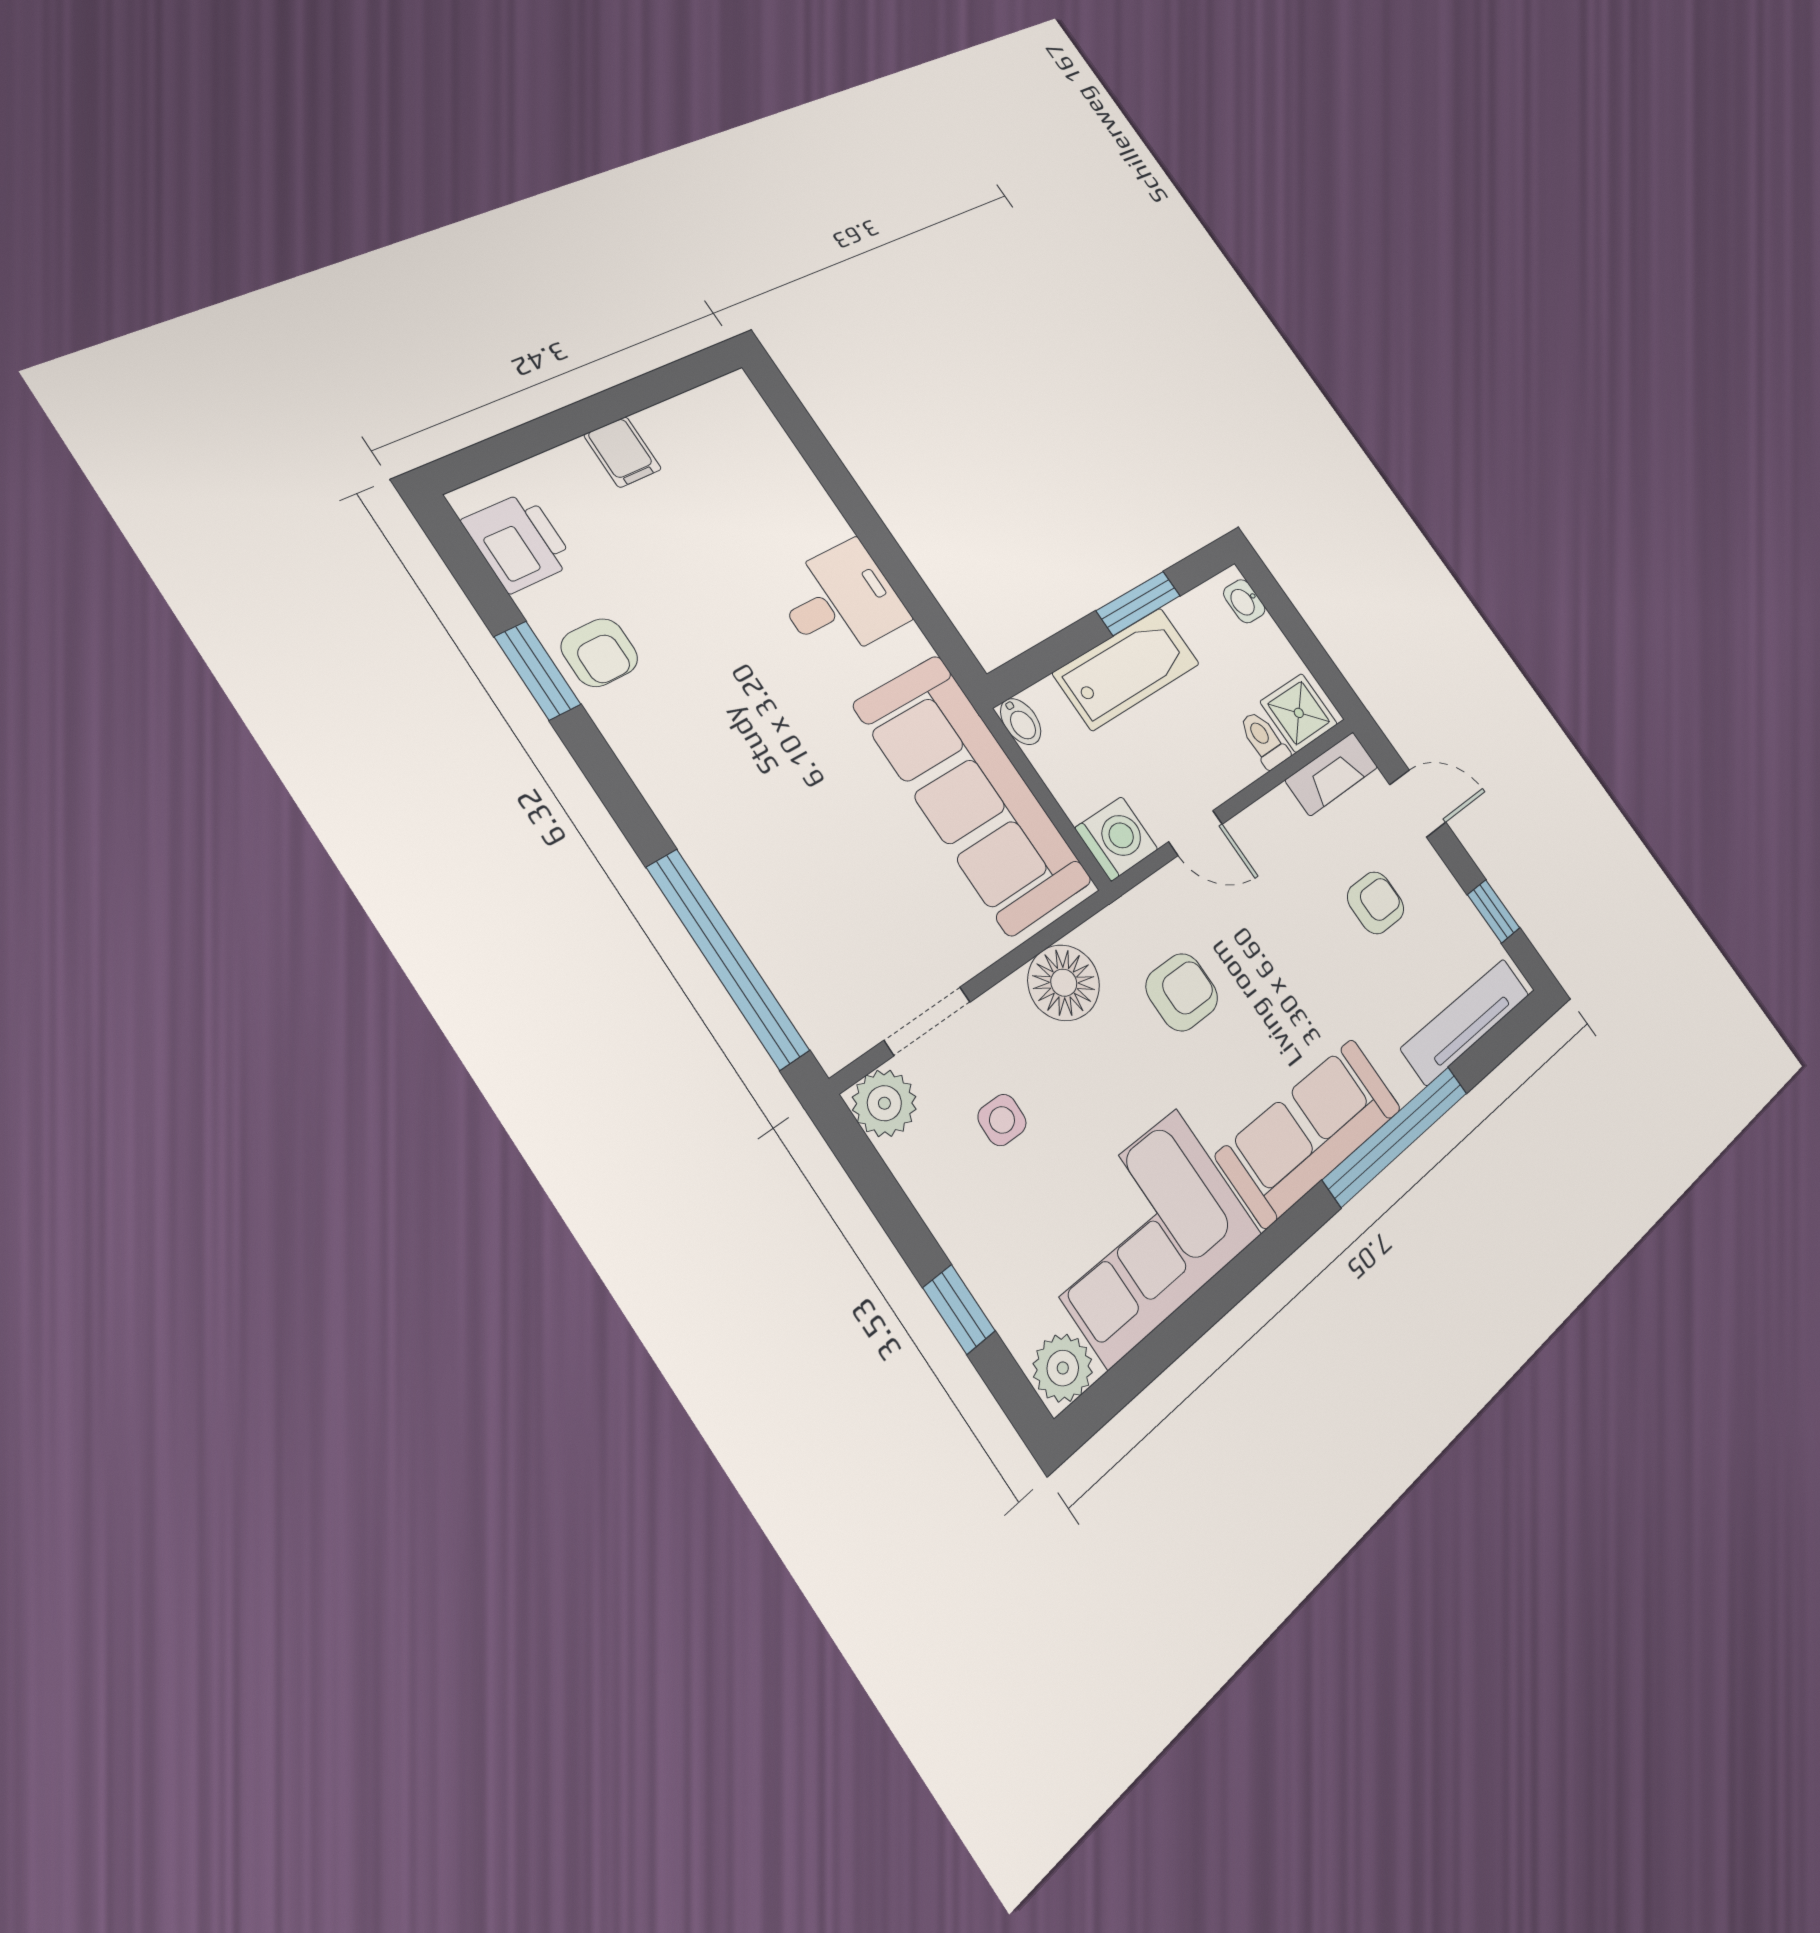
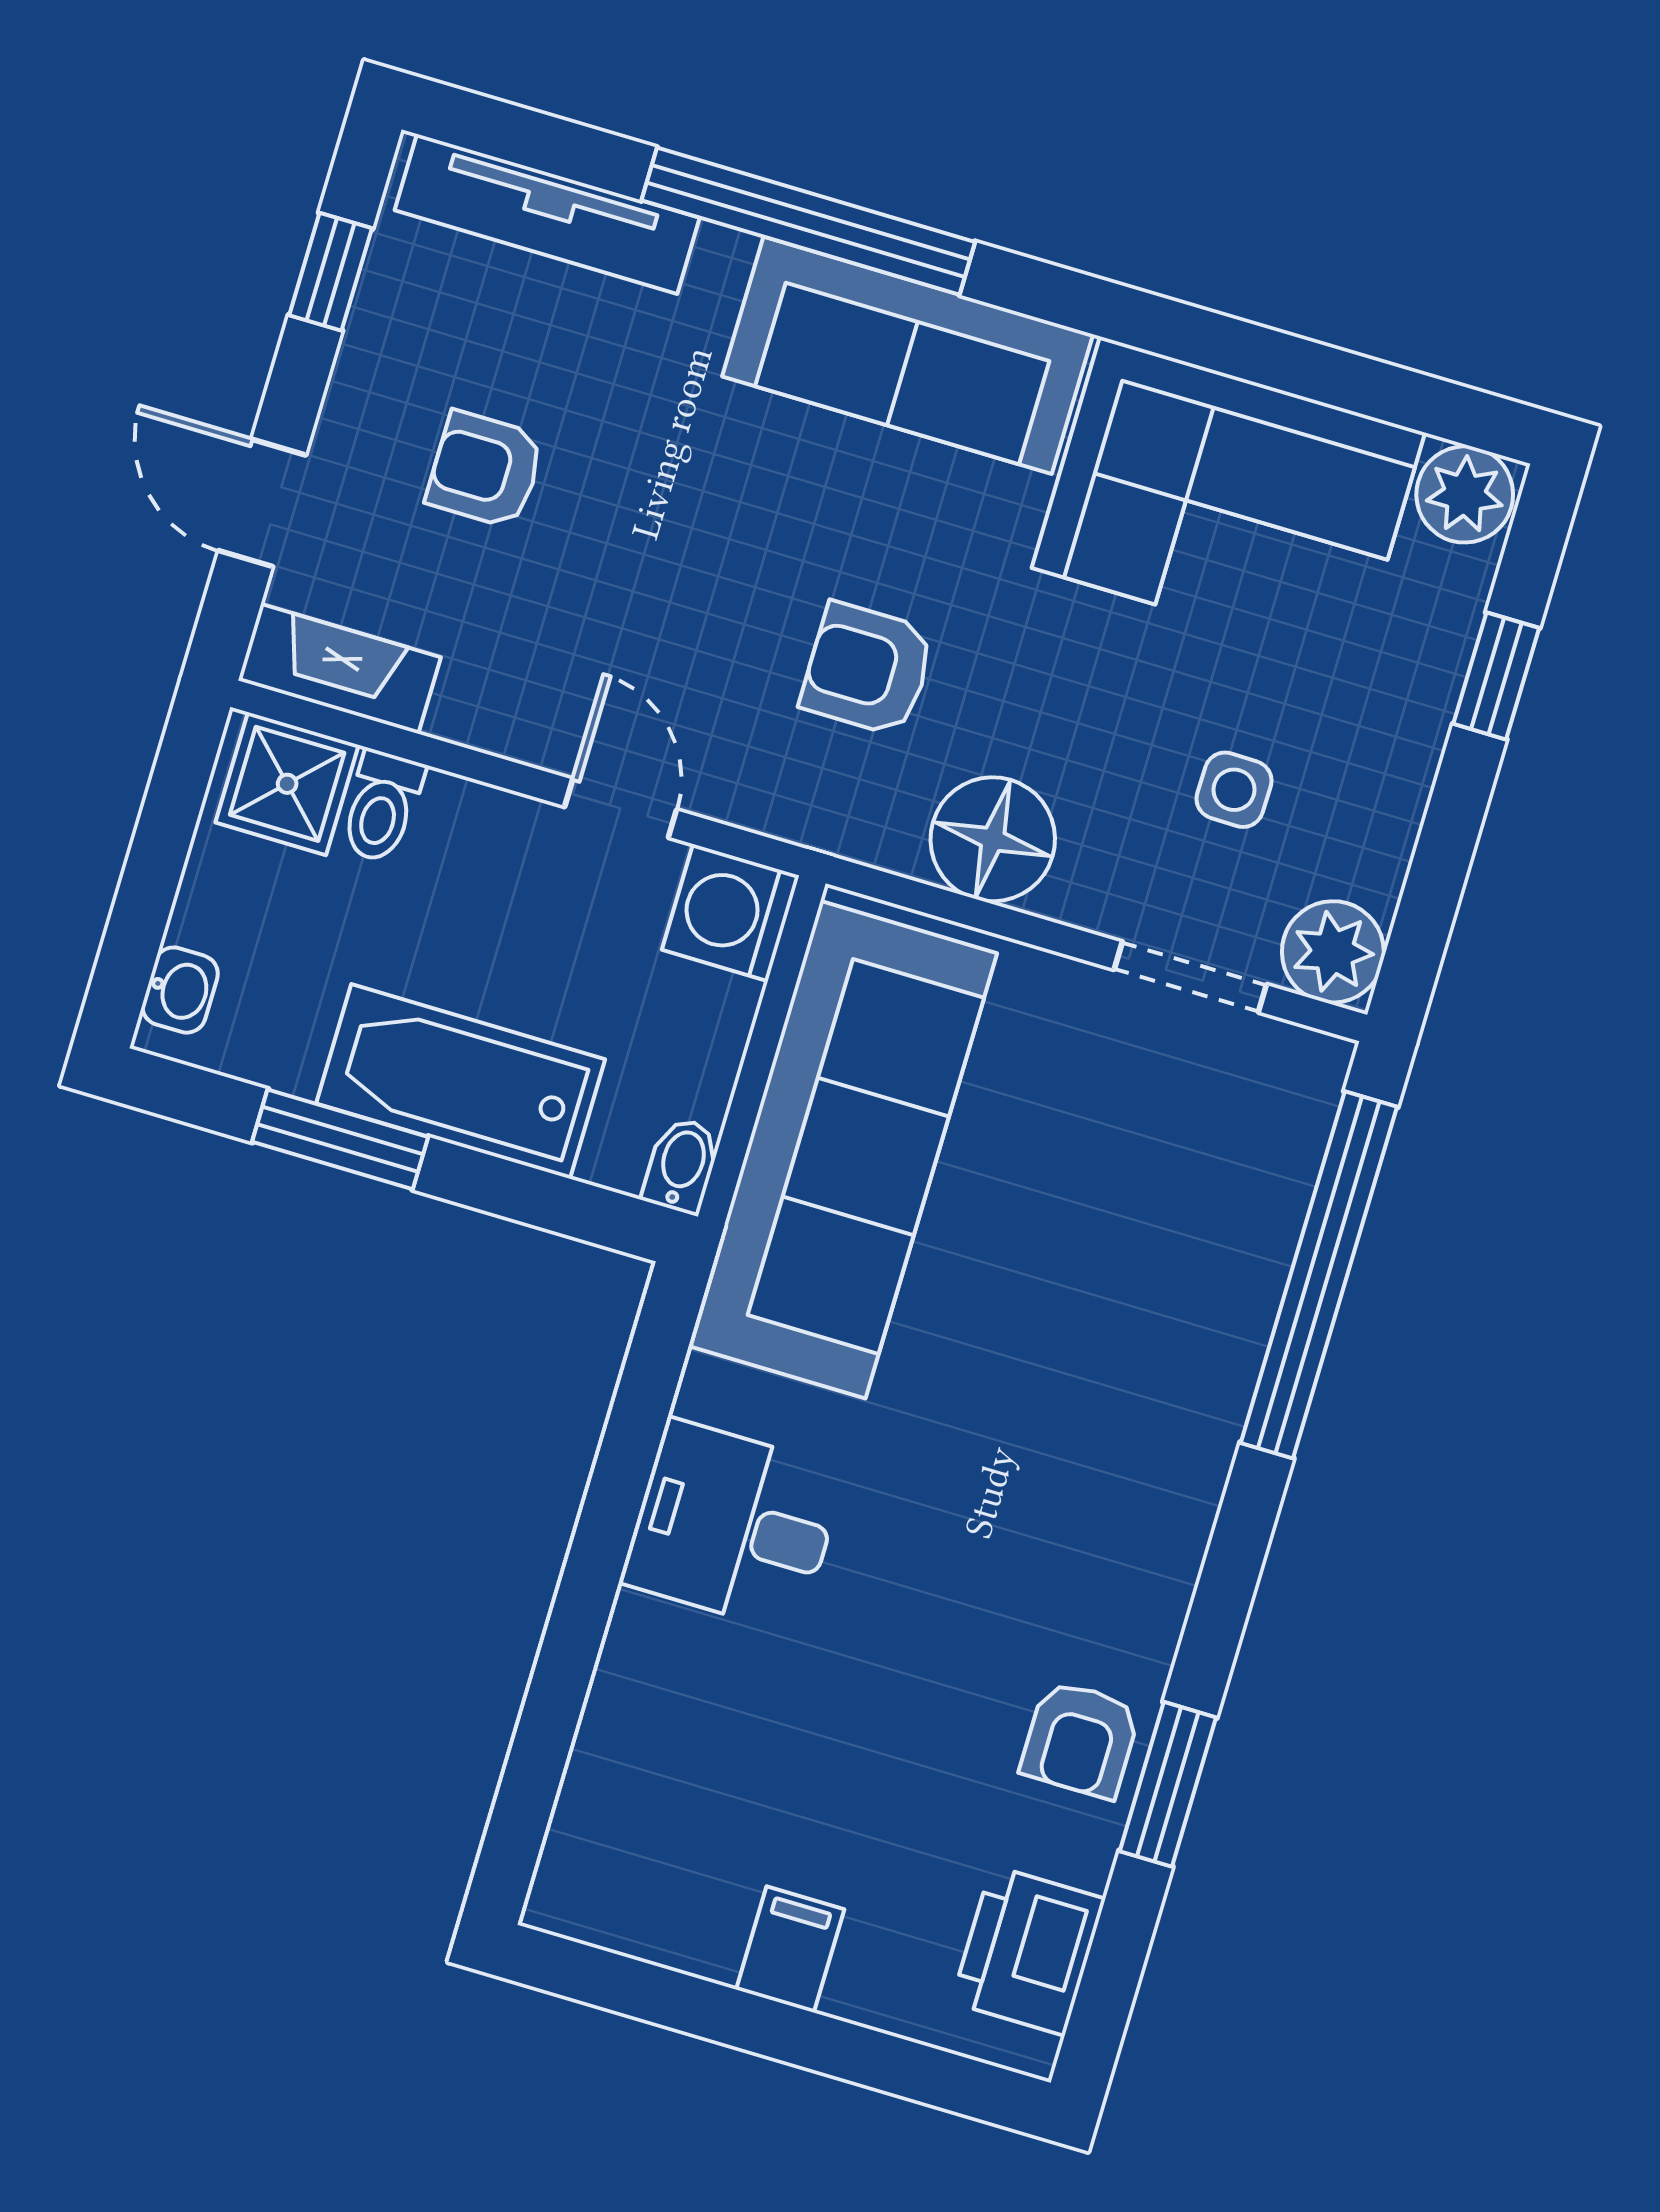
armchair: (599, 653) -> (1080, 1739), turned 180

